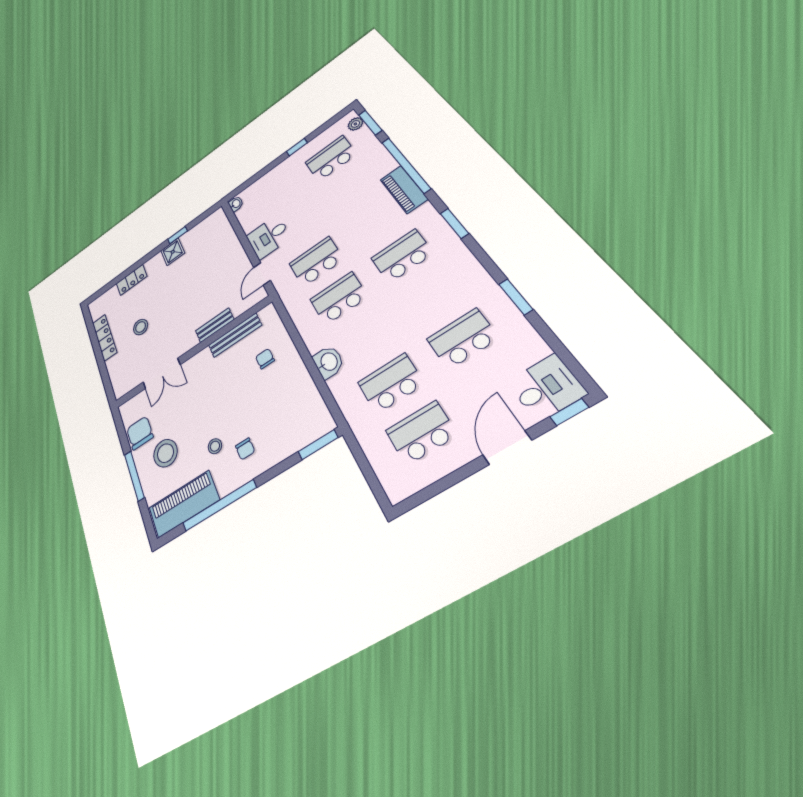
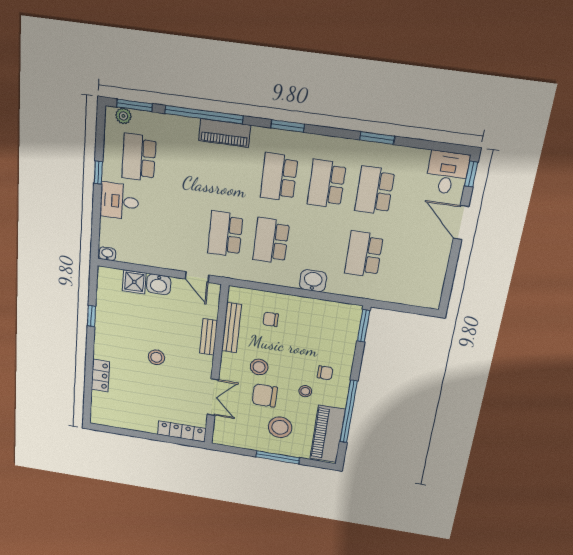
desk: (269, 237) -> (119, 201), moved, turned 90
shower: (173, 252) -> (134, 282), moved
washbasin: (236, 254) -> (159, 284), added
stool: (141, 327) -> (156, 357), moved
locker: (104, 338) -> (182, 431), moved
stool: (213, 387) -> (259, 367), added
chair: (140, 433) -> (265, 395), moved
school desk: (421, 433) -> (327, 184), moved

